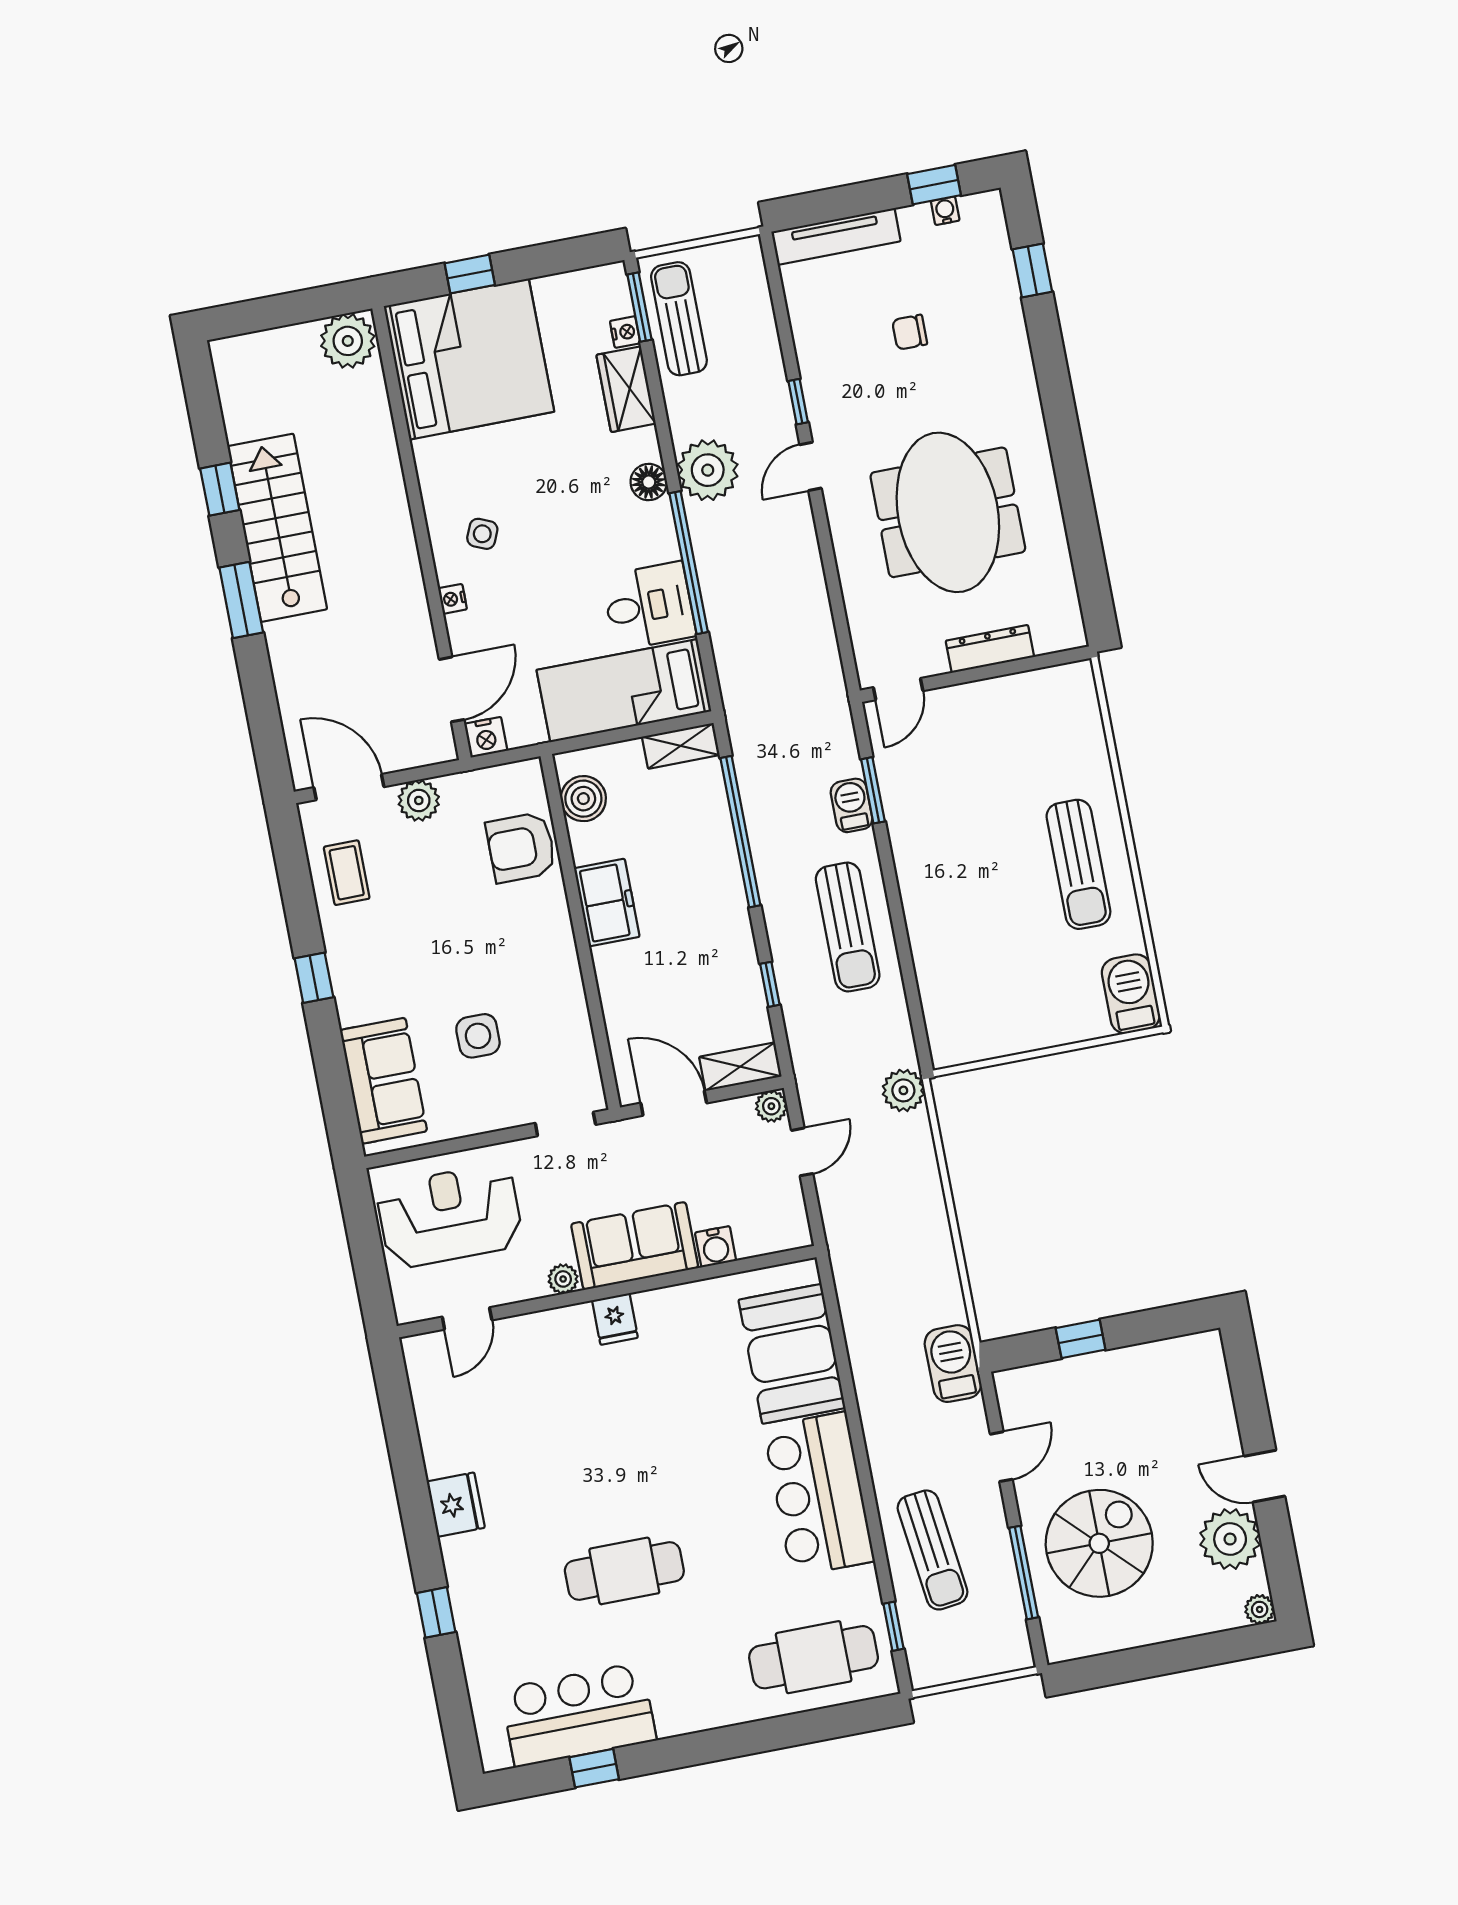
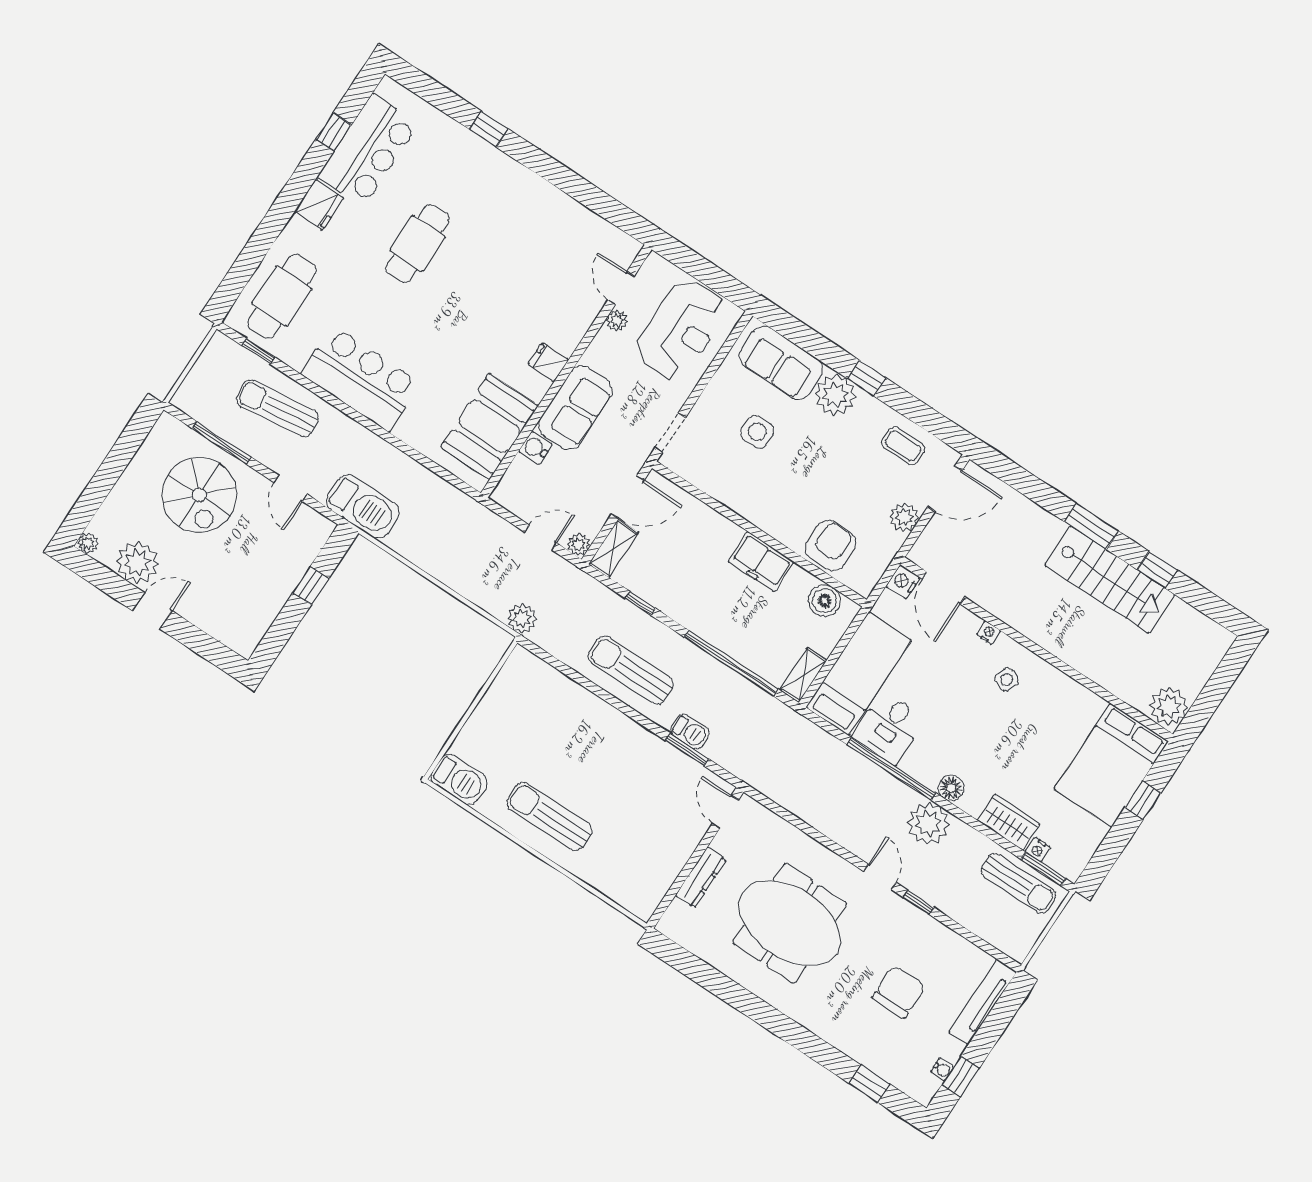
chair: (910, 332) -> (899, 992), width x1.87, depth x1.87
bed: (469, 359) -> (1111, 765), width x0.73
plant: (362, 993) -> (835, 395), added
door: (802, 1152) -> (541, 537), swing flipped
plant: (563, 1279) -> (617, 321), moved
booth: (792, 1354) -> (489, 426), moved, turned 90
barbecue: (953, 1364) -> (363, 507), width x1.37, depth x1.21
fridge: (456, 1505) -> (319, 205), moved, turned -90

